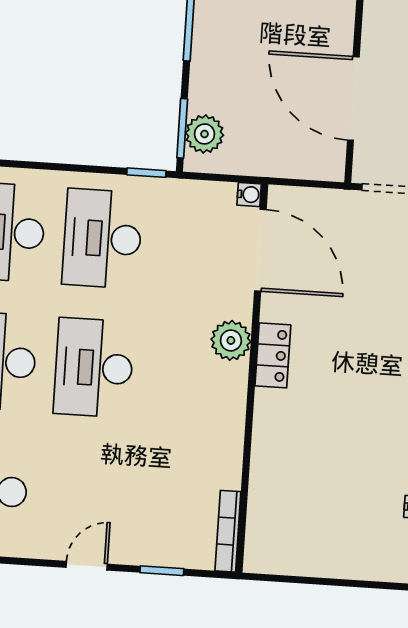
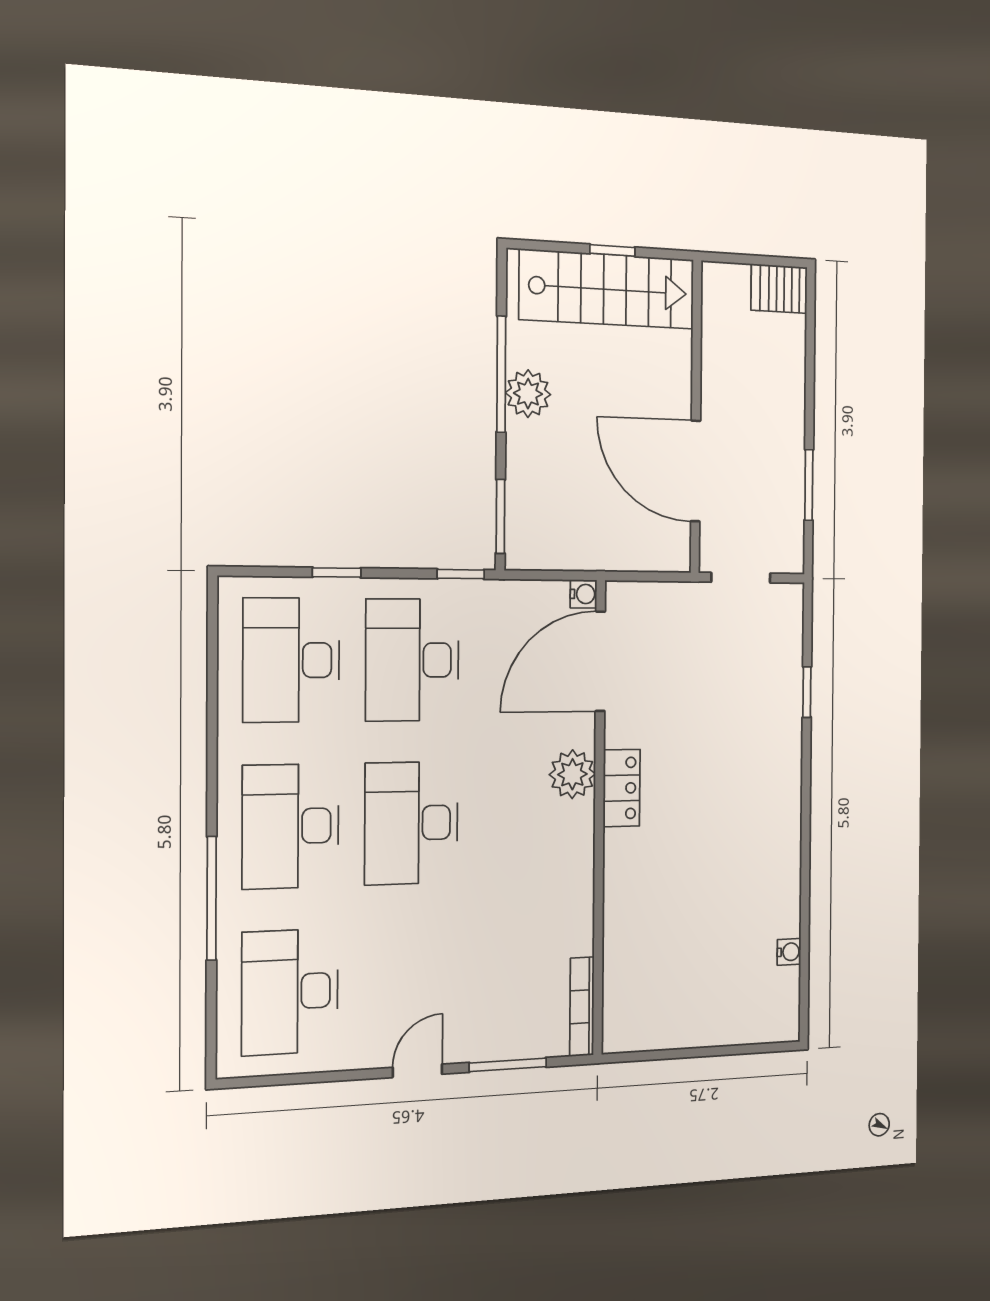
plant: (204, 134) -> (528, 394), moved
window: (46, 166) -> (337, 573), added
door: (260, 250) -> (600, 661), swing flipped
window: (162, 571) -> (508, 1065), width x1.50

